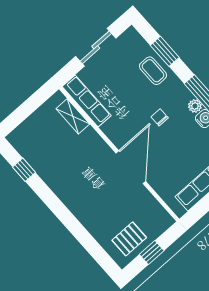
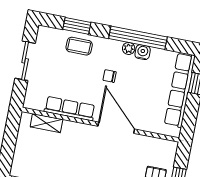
row of seats: (87, 101) -> (70, 109), moved

